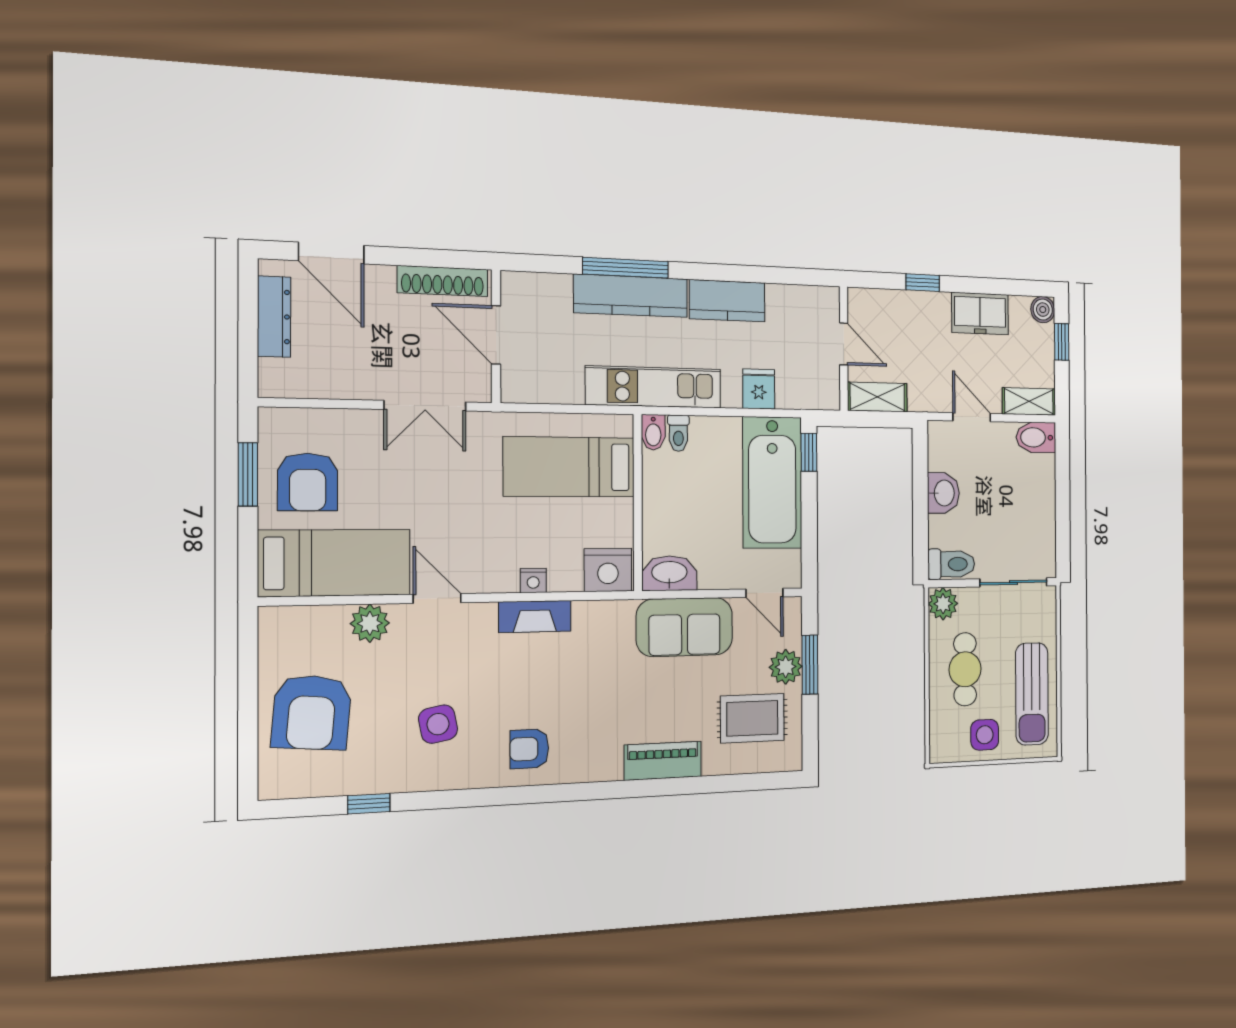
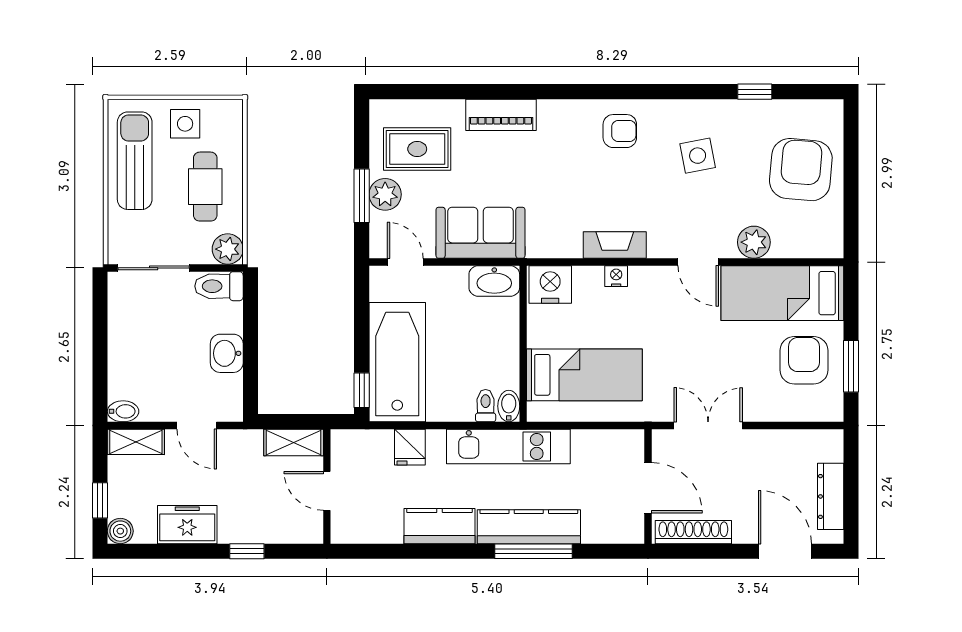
bidet: (1036, 437) -> (123, 411), width x0.72, depth x0.74

